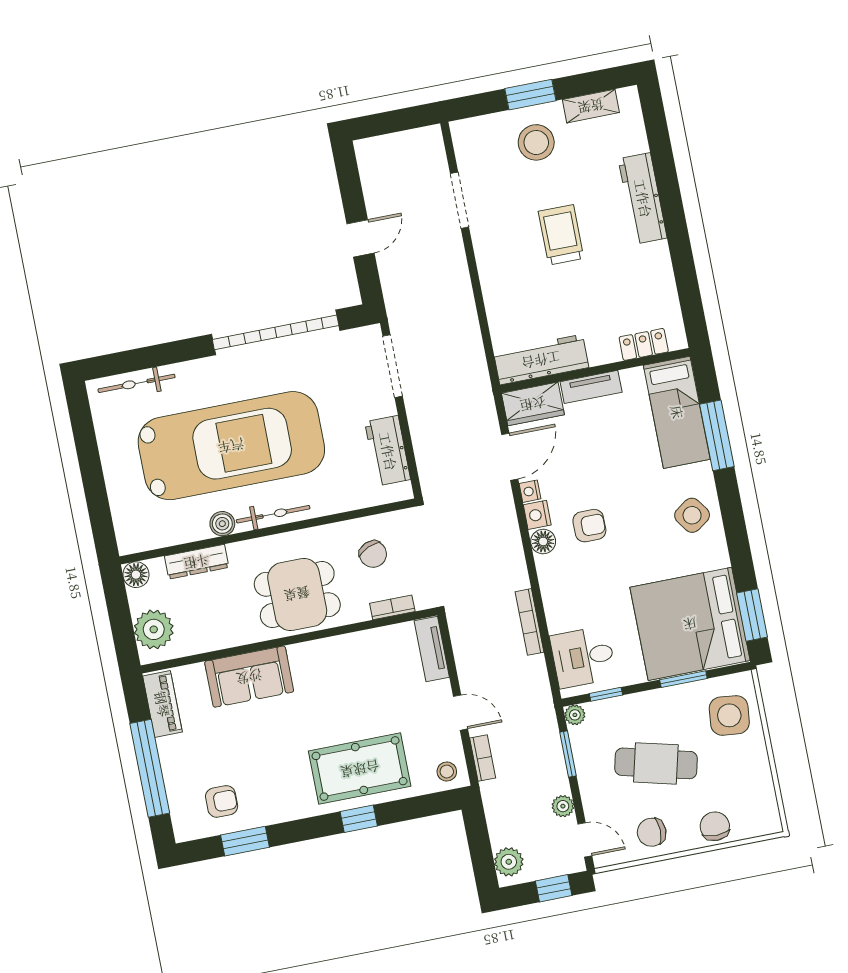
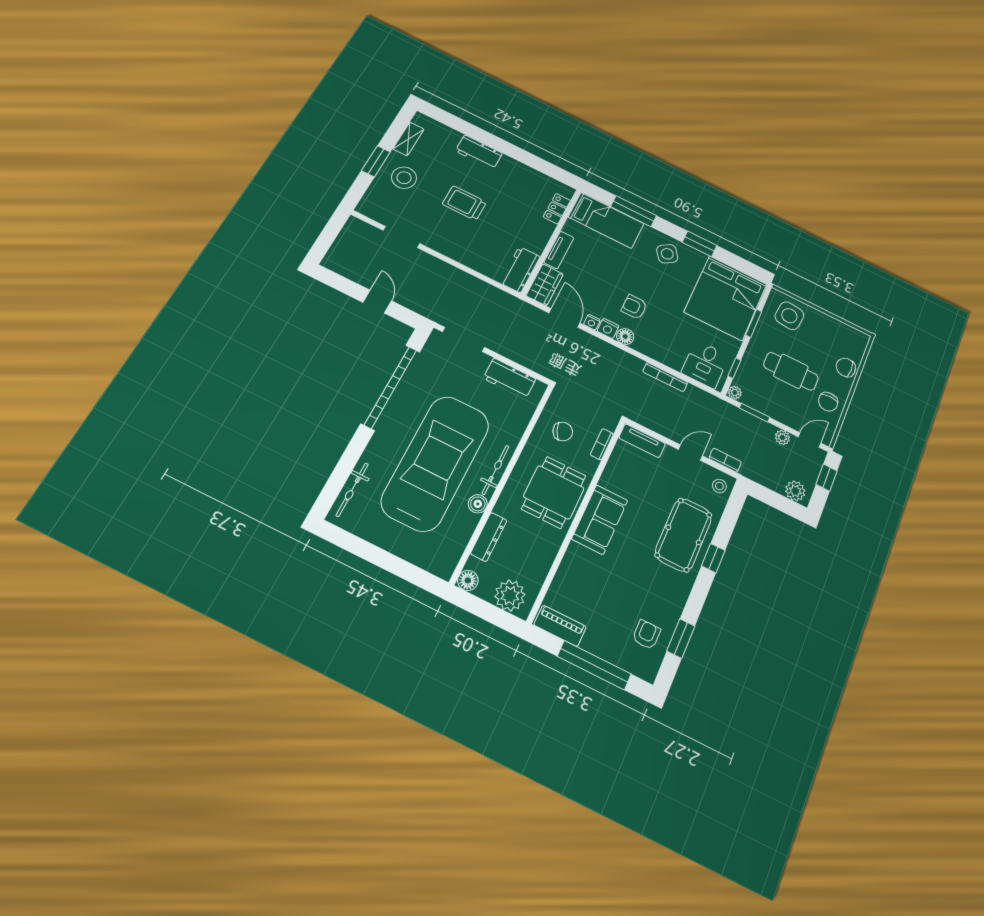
workbench: (643, 198) -> (479, 152), width x0.73
workbench: (541, 360) -> (520, 270), width x0.73
armchair: (589, 526) -> (634, 307), turned -90
window: (752, 615) -> (700, 244), moved
sofa: (249, 677) -> (600, 520), moved
cafe table: (656, 763) -> (791, 371), turned 76

